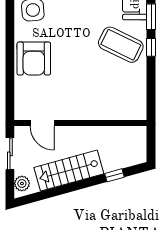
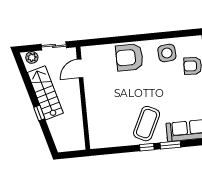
window: (114, 175) -> (39, 113), moved

